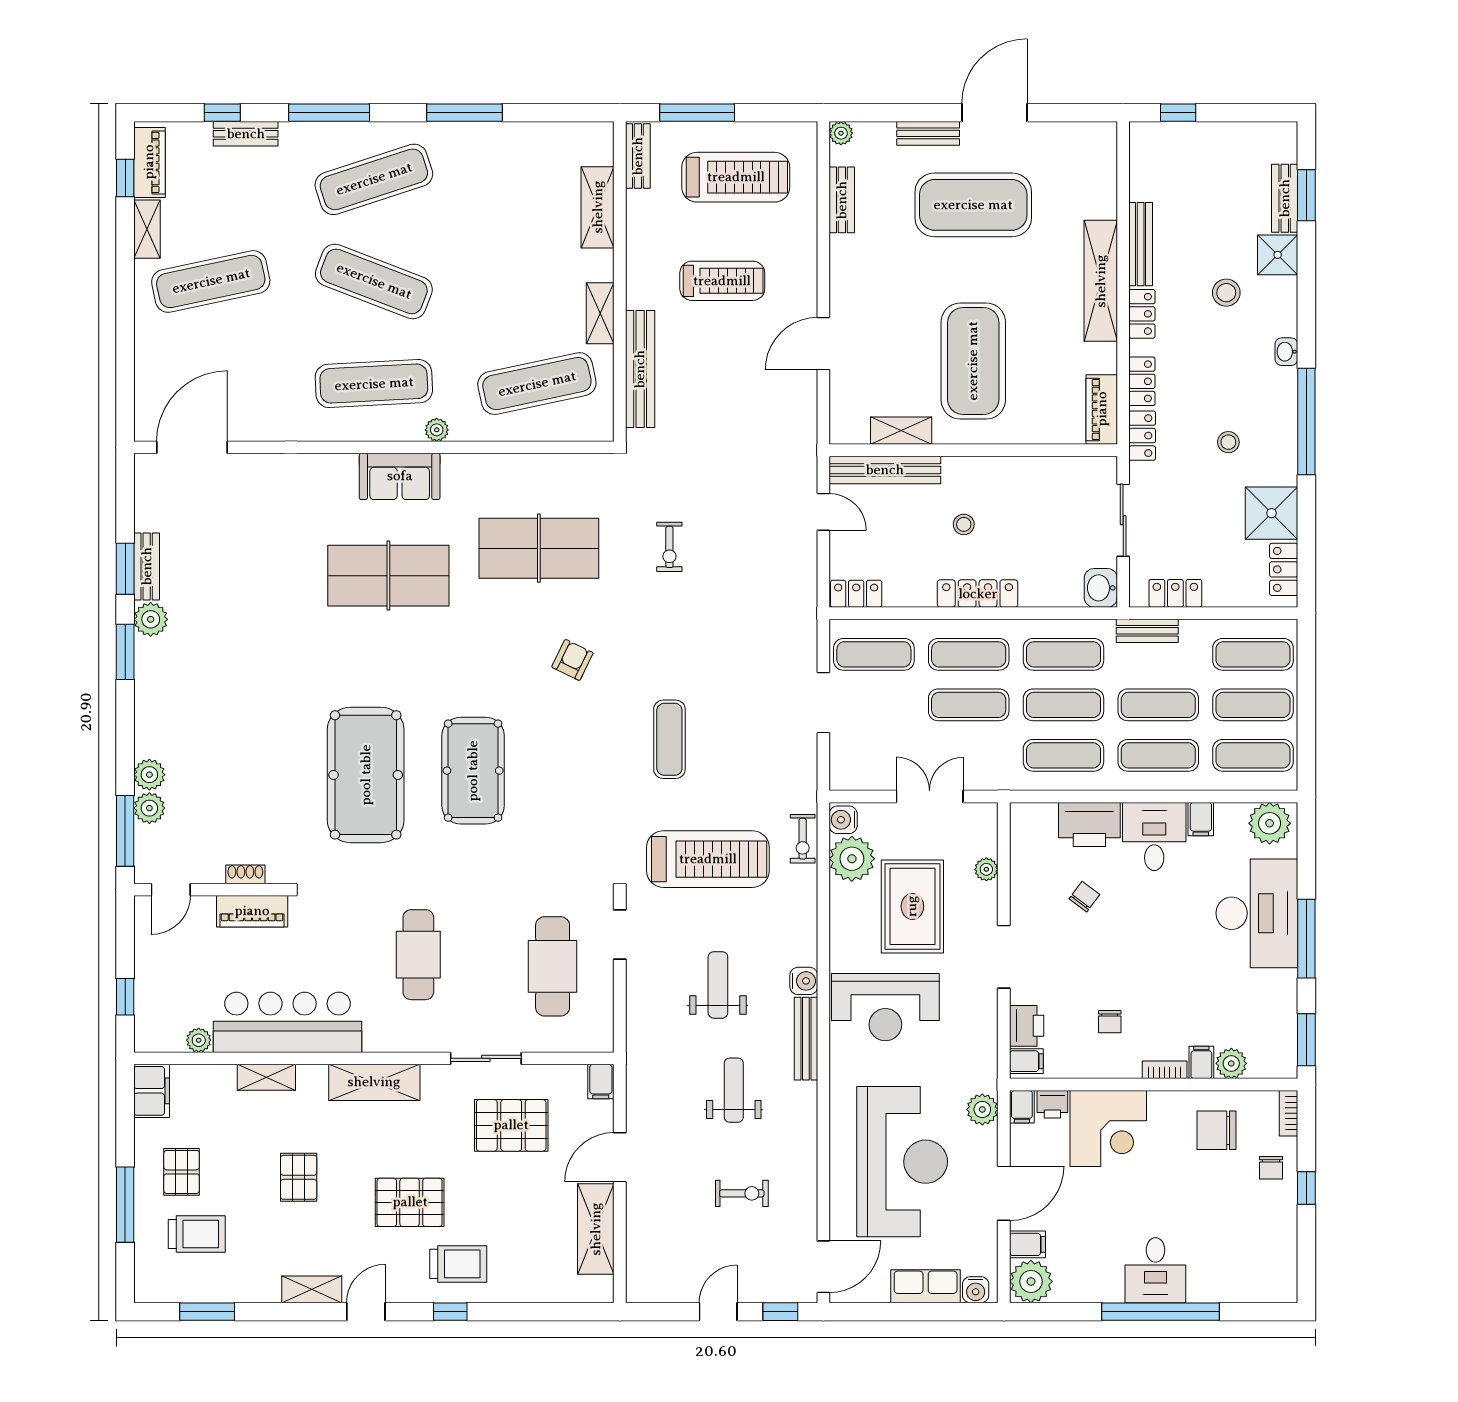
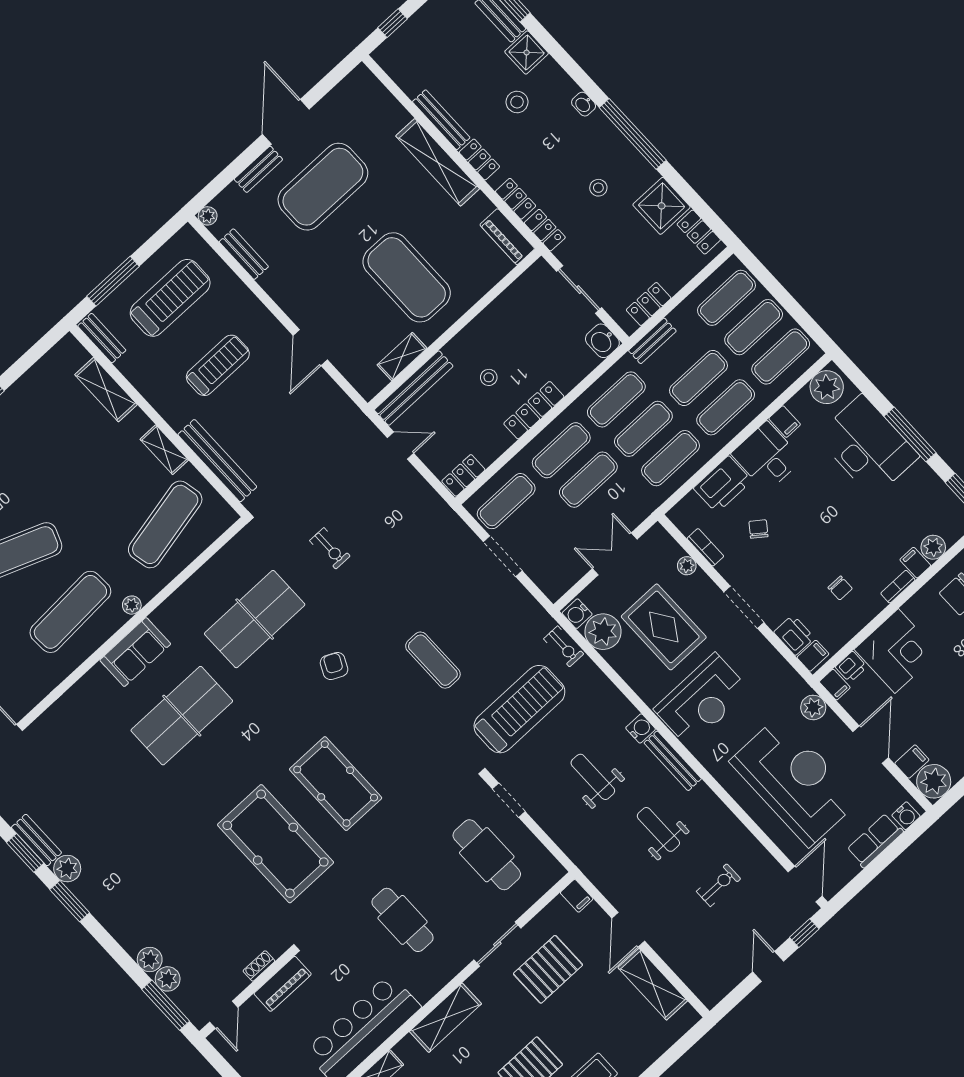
bookcase: (1019, 868) -> (705, 547), added

